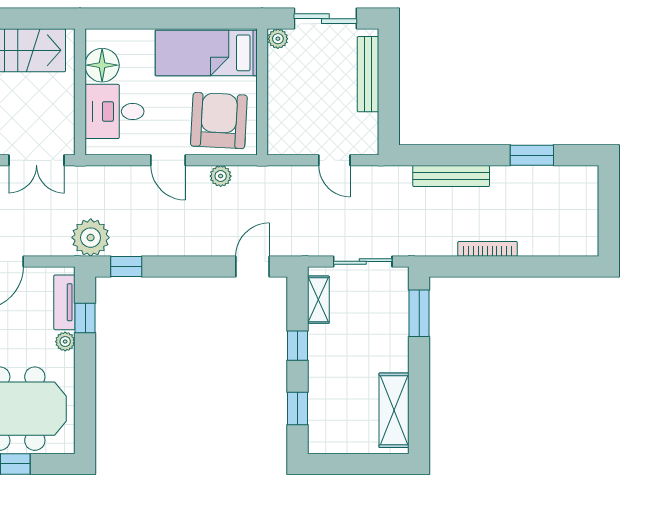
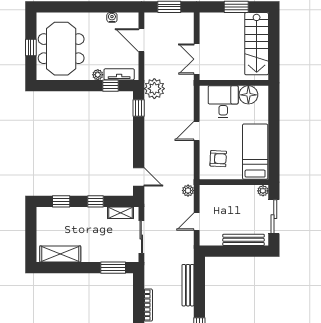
armchair: (219, 121) -> (218, 159), width x0.53, depth x0.53
plant: (221, 176) -> (188, 191), moved

